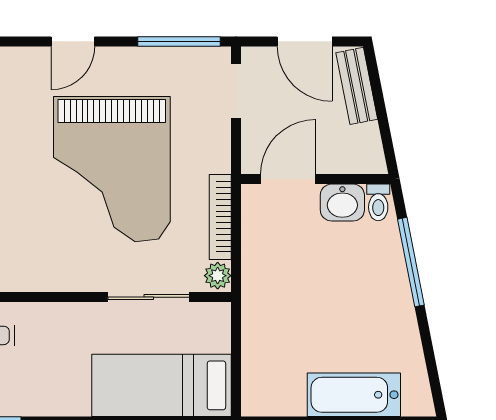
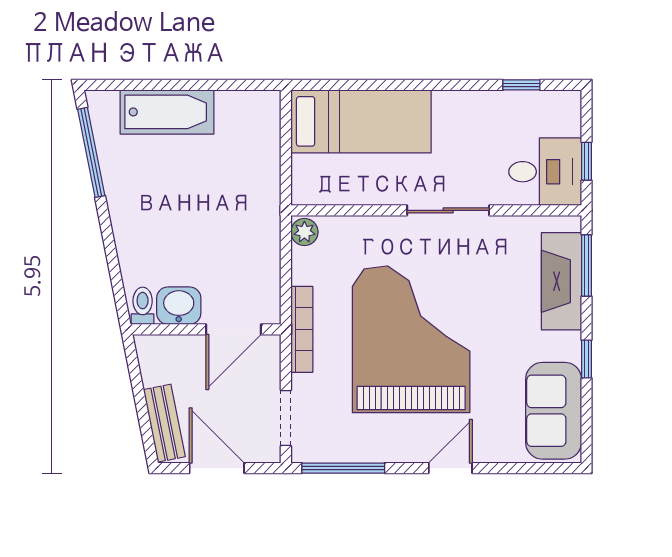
bookcase: (220, 217) -> (302, 329), moved
window: (411, 262) -> (91, 152), moved
sliding door: (149, 297) -> (448, 210), moved

